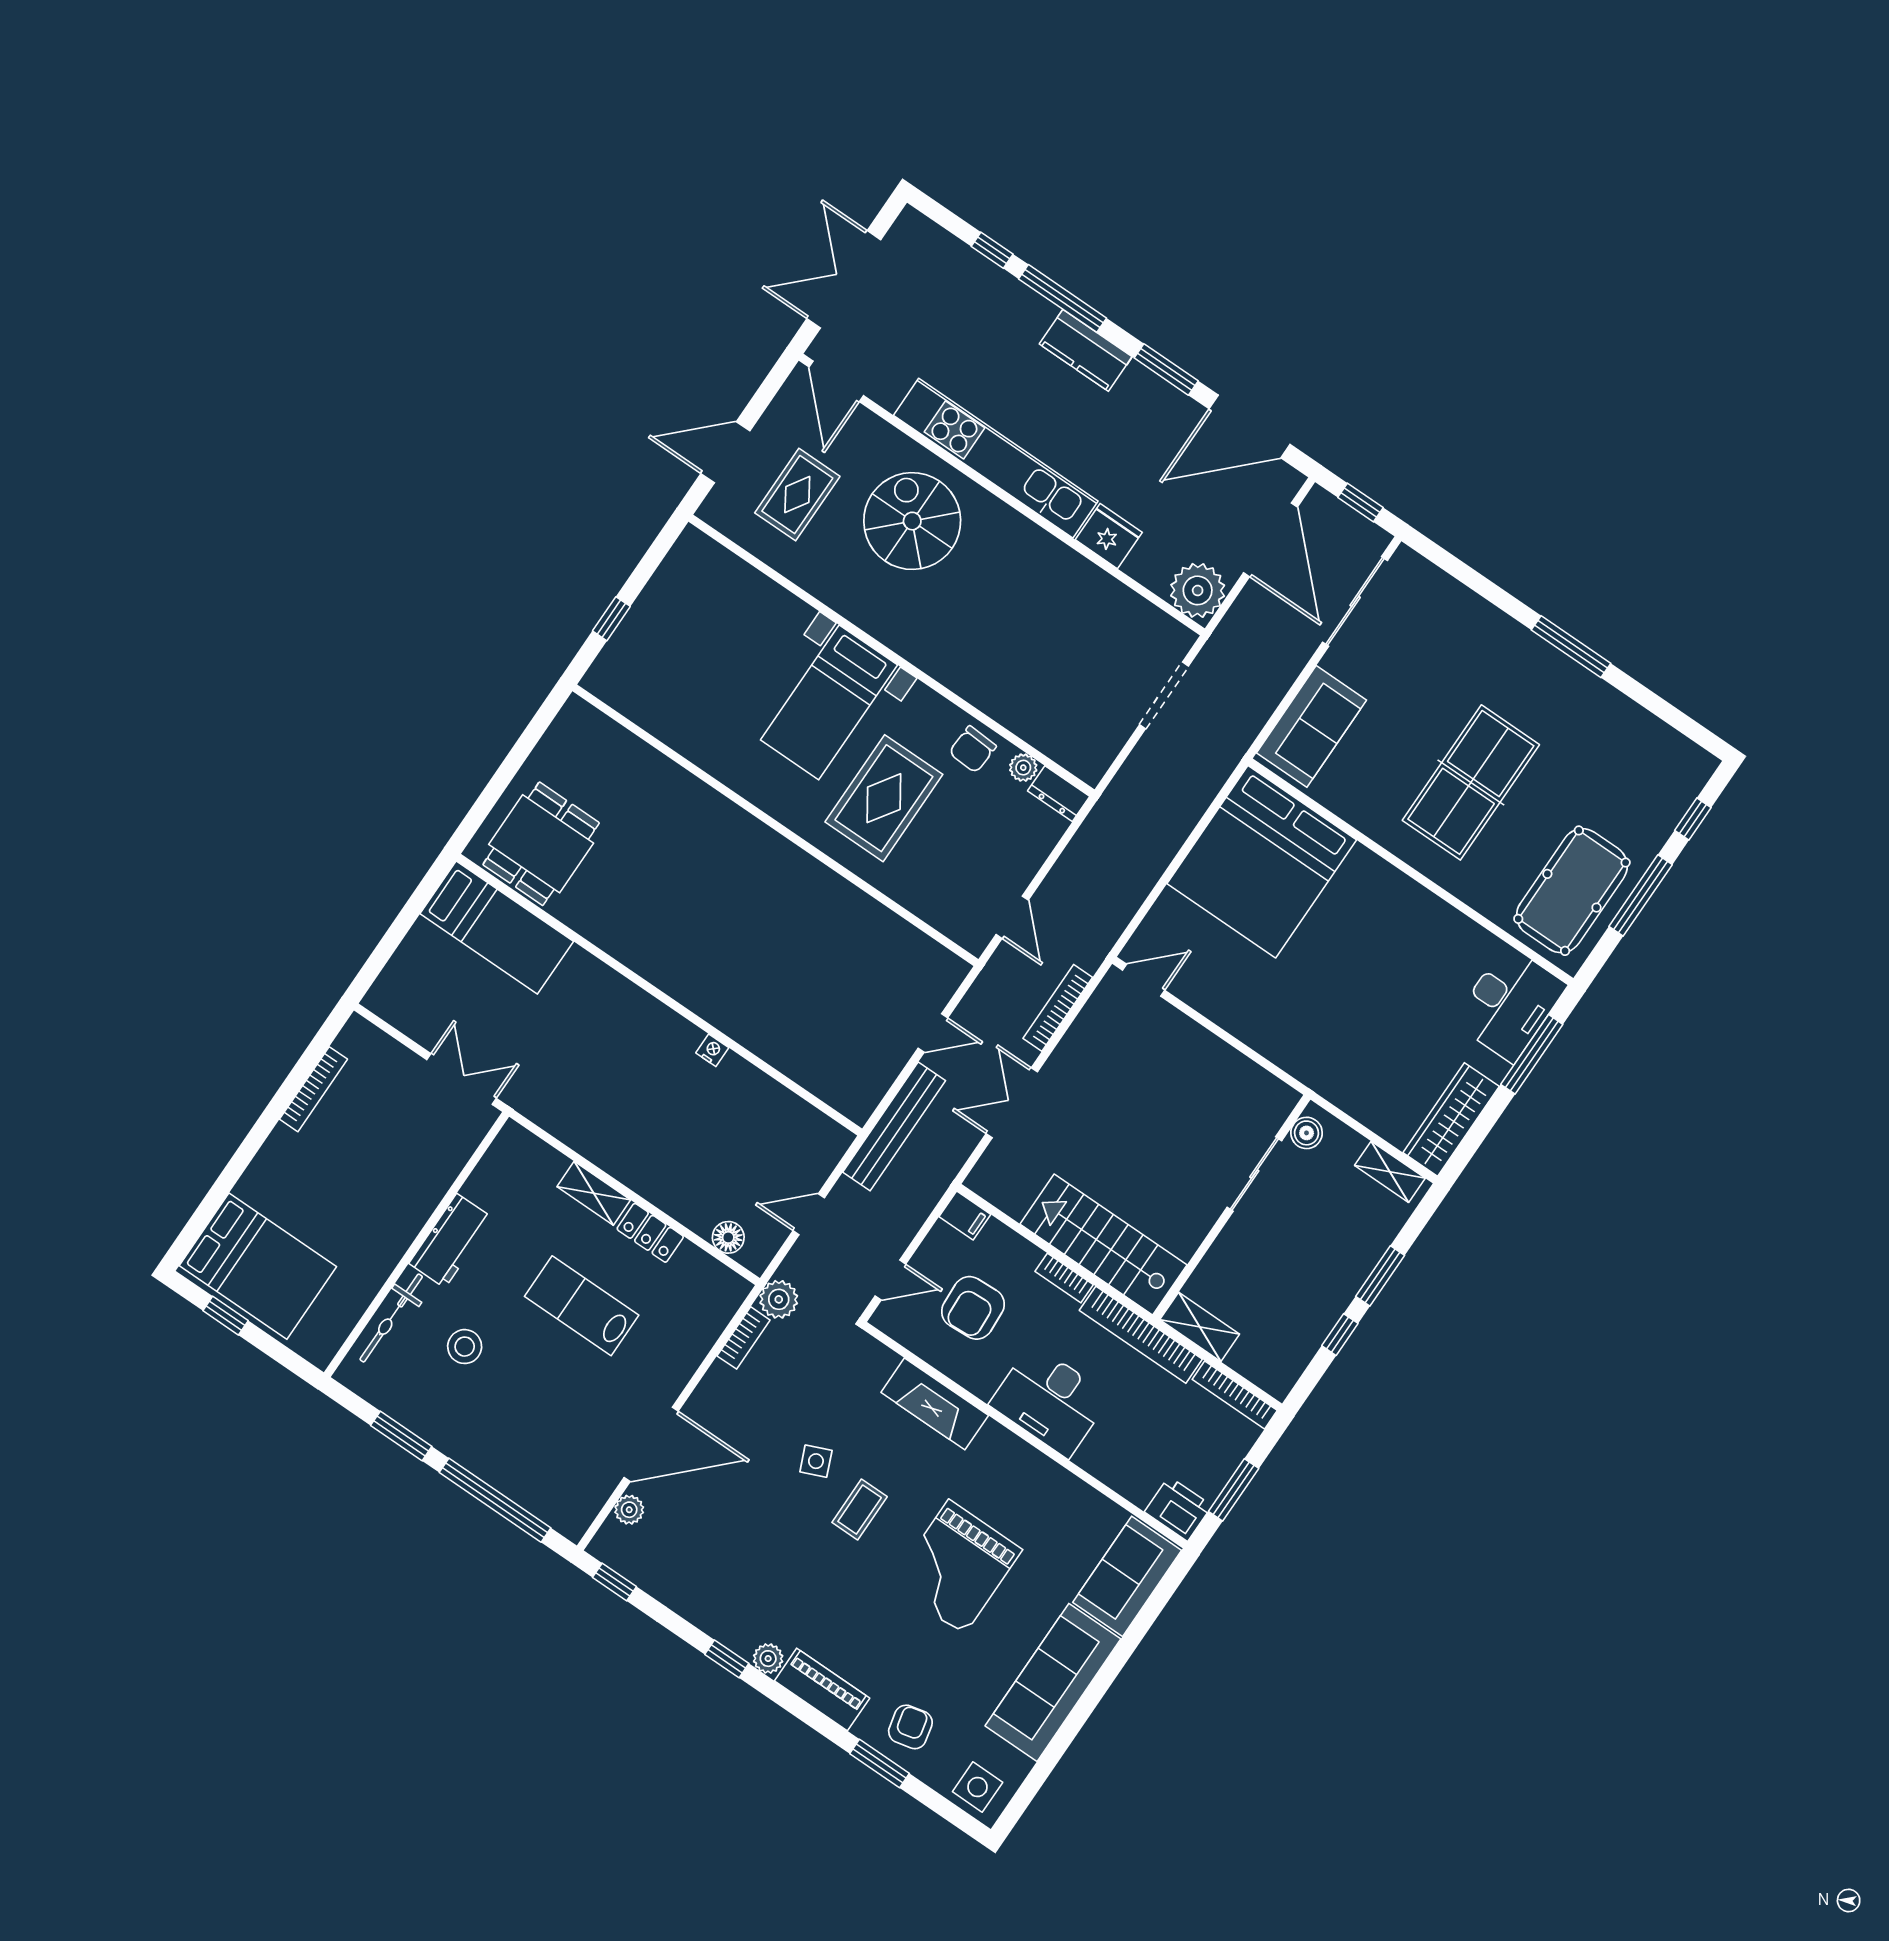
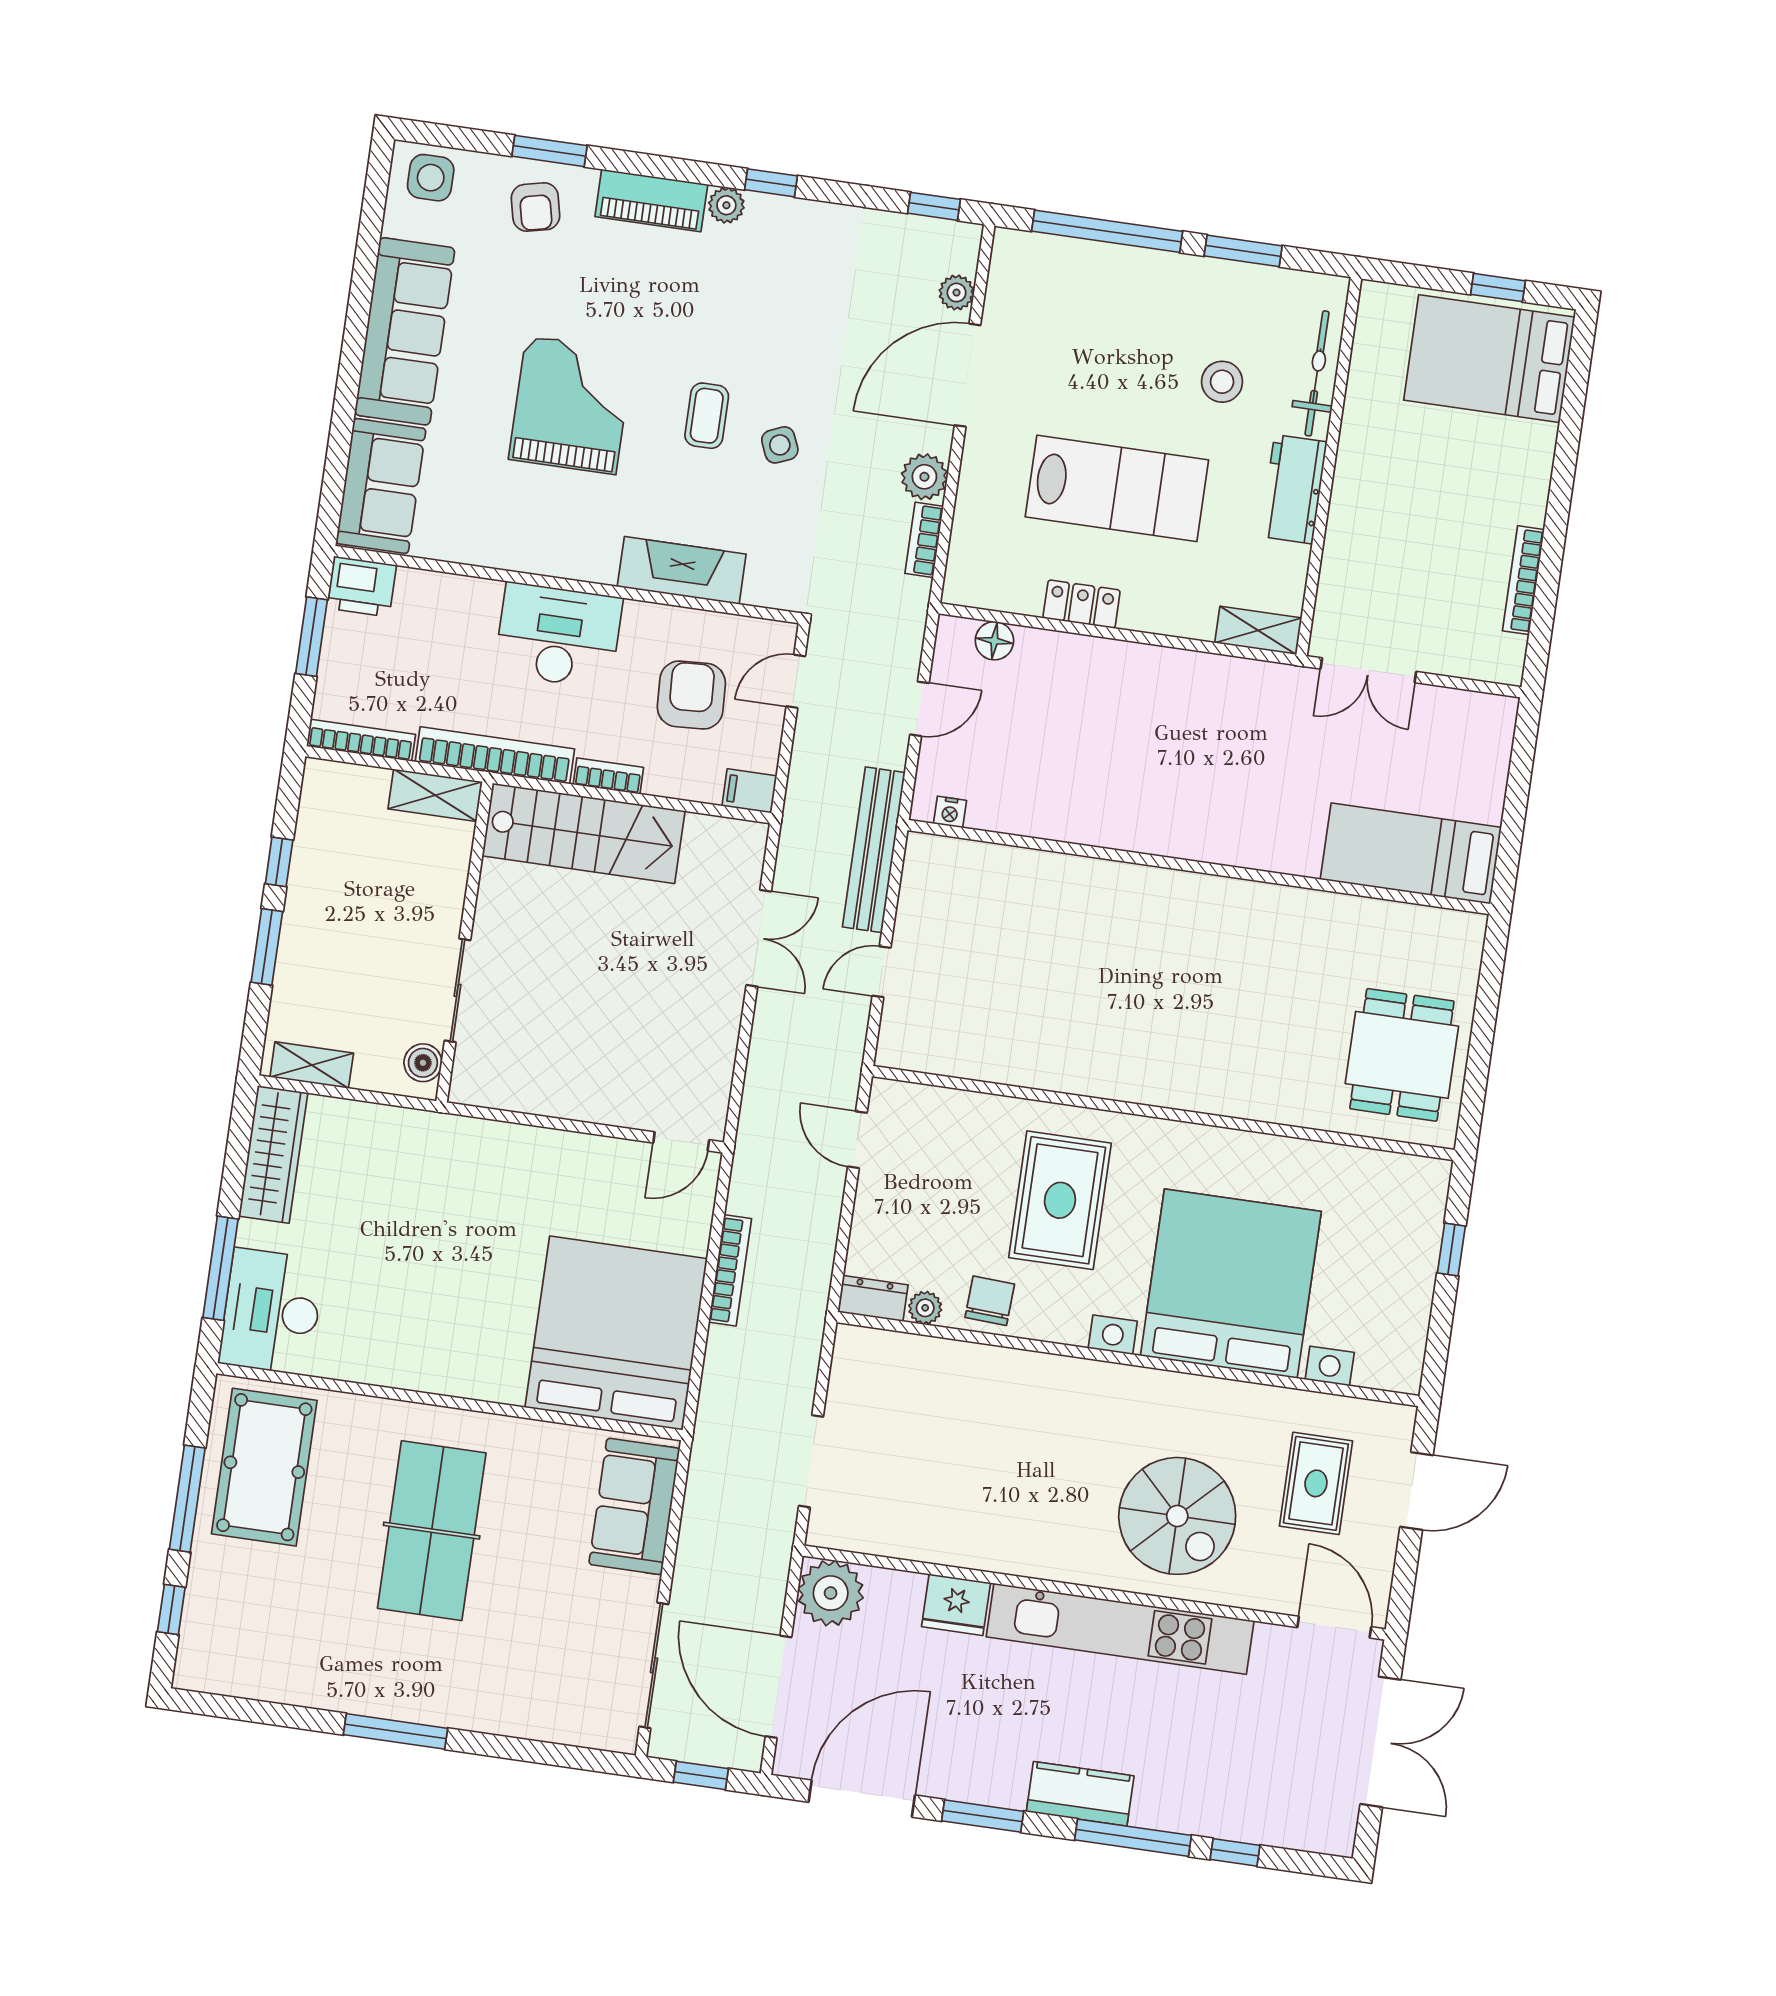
bed with nightstands: (829, 702) -> (1231, 1284), width x1.85
dining table: (541, 844) -> (1402, 1055), moved
bookcase: (1058, 1008) -> (730, 1270), moved
nightstand: (712, 1050) -> (950, 812), moved
shelving: (594, 1193) -> (1258, 630), moved
plant: (779, 1299) -> (924, 477), moved
lab bench: (582, 1306) -> (1117, 488), width x1.36, depth x1.39

